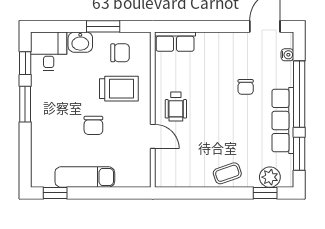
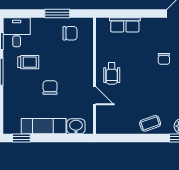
washbasin: (80, 42) -> (76, 126), moved, turned 180
row of seats: (175, 42) -> (125, 25), moved
trolley: (119, 89) -> (28, 62), moved, width x0.73, depth x0.72
chair: (93, 125) -> (50, 88), turned 180

